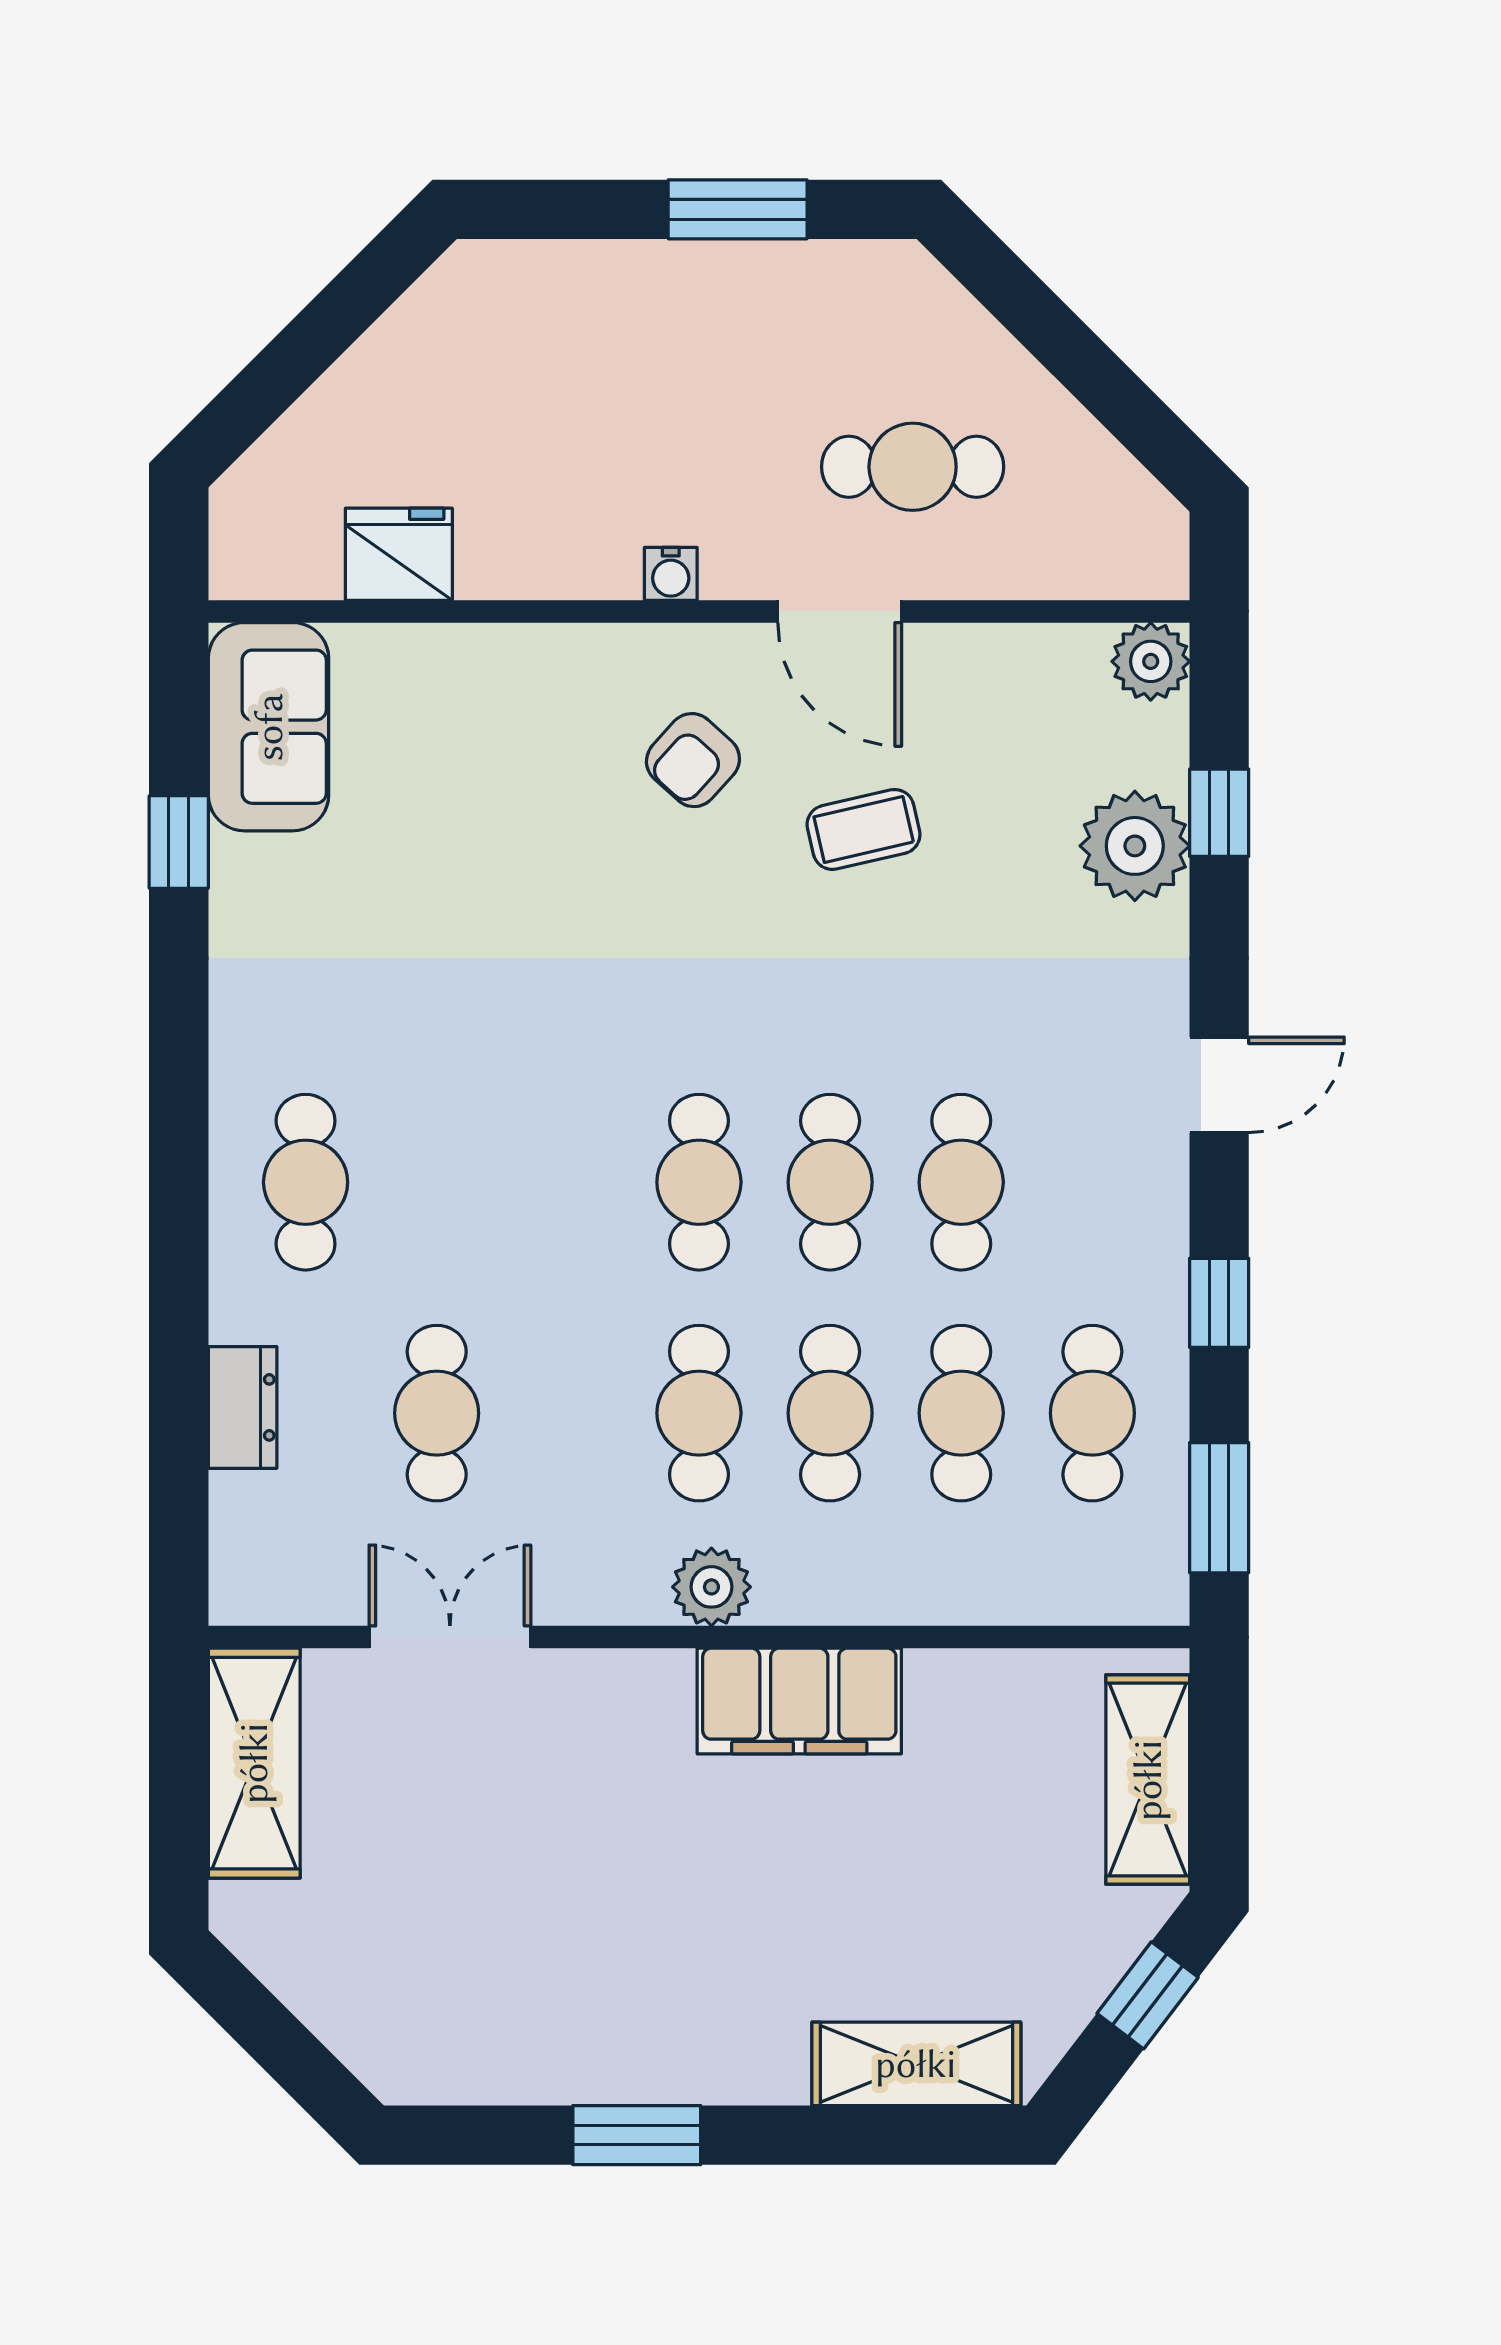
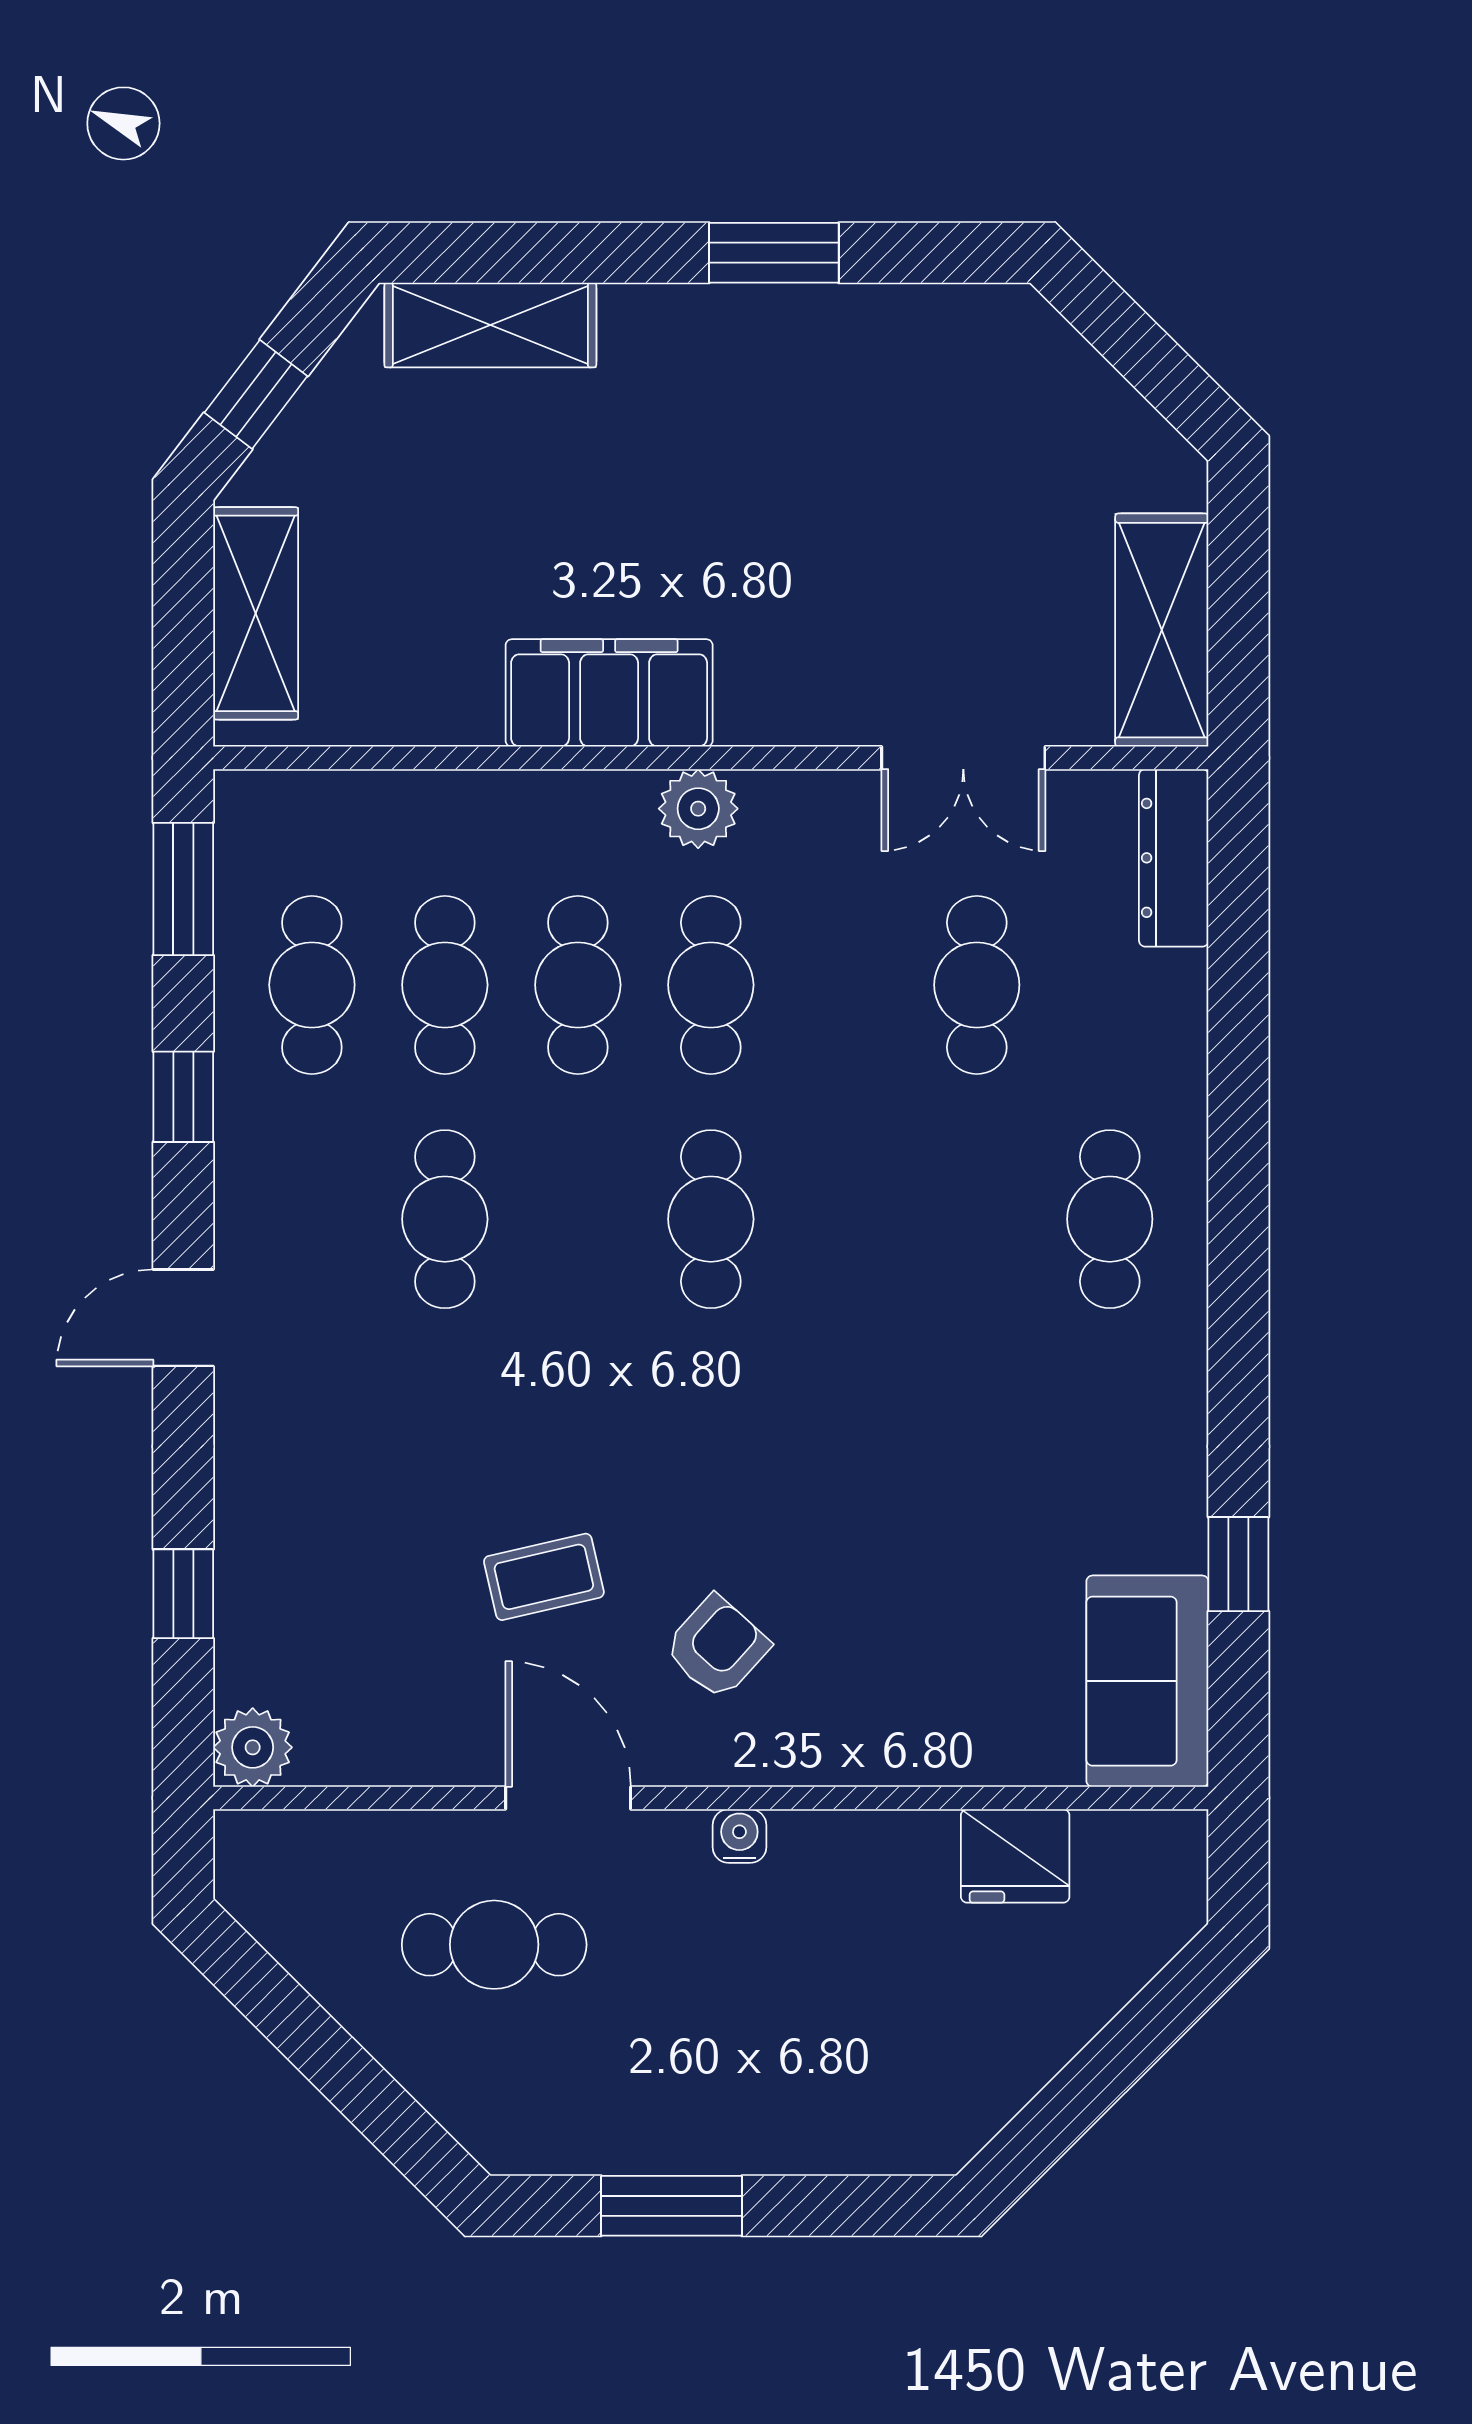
plant: (1135, 846) -> (269, 1560), removed
cafe table: (830, 1182) -> (578, 1219), removed
dresser: (243, 1407) -> (1174, 858), moved, width x1.44

